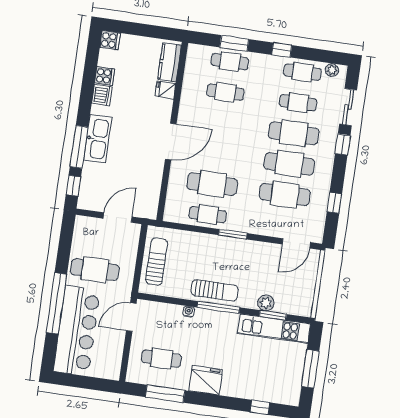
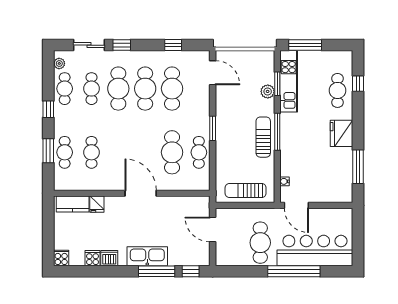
water cooler: (189, 312) -> (285, 181), moved
cafe table: (162, 359) -> (338, 90), moved
window: (310, 369) -> (305, 45), moved

